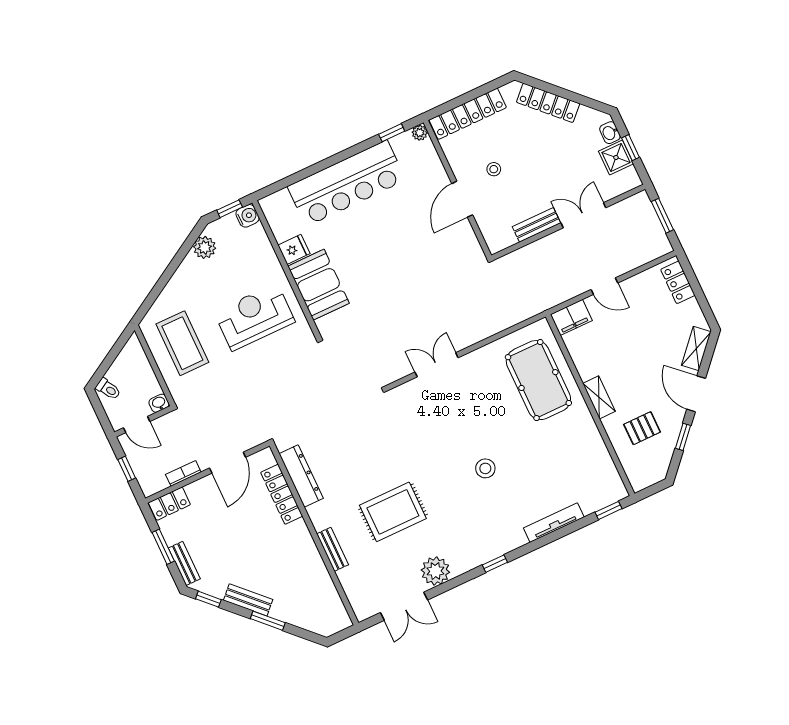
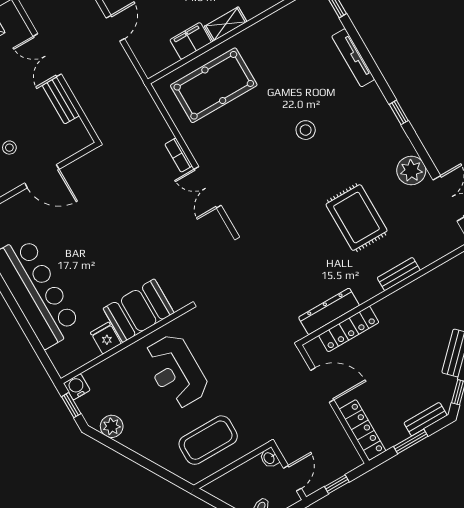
filing cabinet: (571, 317) -> (191, 41), moved, turned -90
bookcase: (183, 473) -> (178, 155), moved
locker: (169, 504) -> (363, 430), width x1.53

